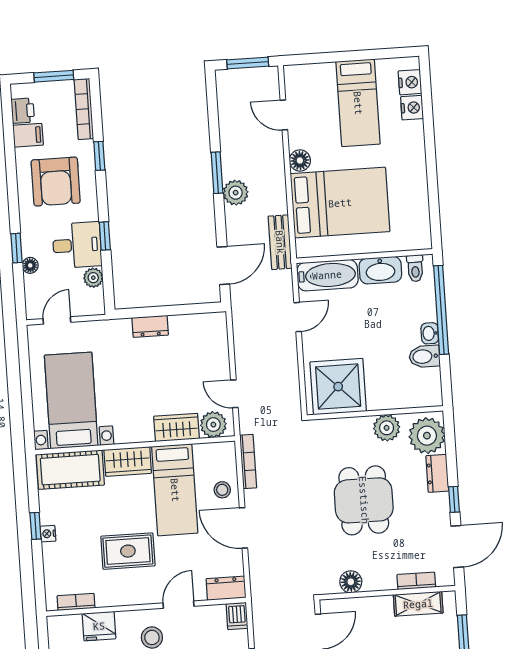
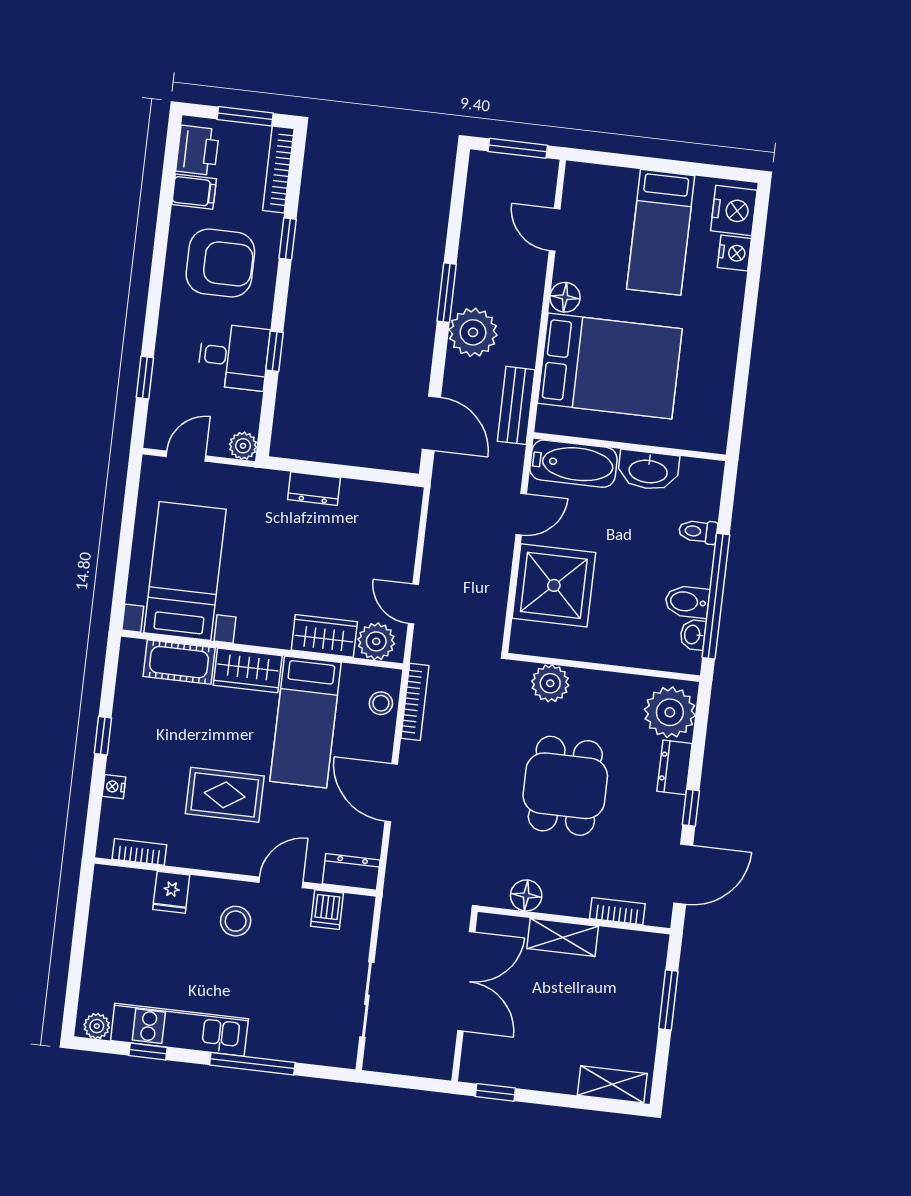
nightstand: (410, 82) -> (734, 211), width x1.36, depth x1.33
printer: (23, 111) -> (198, 150), width x1.36, depth x1.24
armchair: (56, 182) -> (220, 263), turned -90
plant: (236, 193) -> (473, 332), width x1.36, depth x1.36
window: (17, 248) -> (145, 378), moved
floor lamp: (30, 265) -> (163, 373), removed
door: (223, 266) -> (431, 423), hinge flipped
toilet: (415, 268) -> (698, 532), moved, turned 90
plant: (93, 278) -> (243, 446), moved
window: (441, 310) -> (716, 596), moved
washbasin: (430, 333) -> (693, 635), moved
shower: (338, 387) -> (554, 585), moved
plant: (387, 428) -> (550, 683), moved
cot: (70, 470) -> (179, 662), width x0.73, depth x0.75
stool: (222, 490) -> (381, 703), moved
nightstand: (48, 534) -> (114, 787), moved
shelving: (418, 604) -> (563, 937), moved
dishwasher: (237, 616) -> (327, 910), moved
fridge: (99, 626) -> (171, 892), width x0.72

